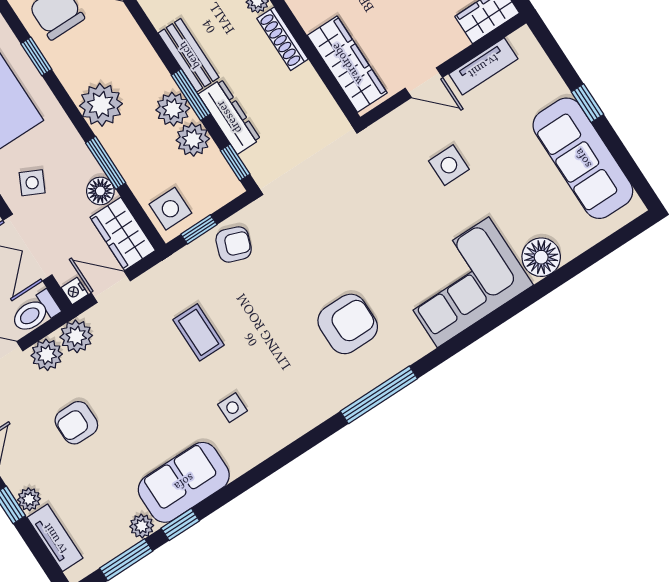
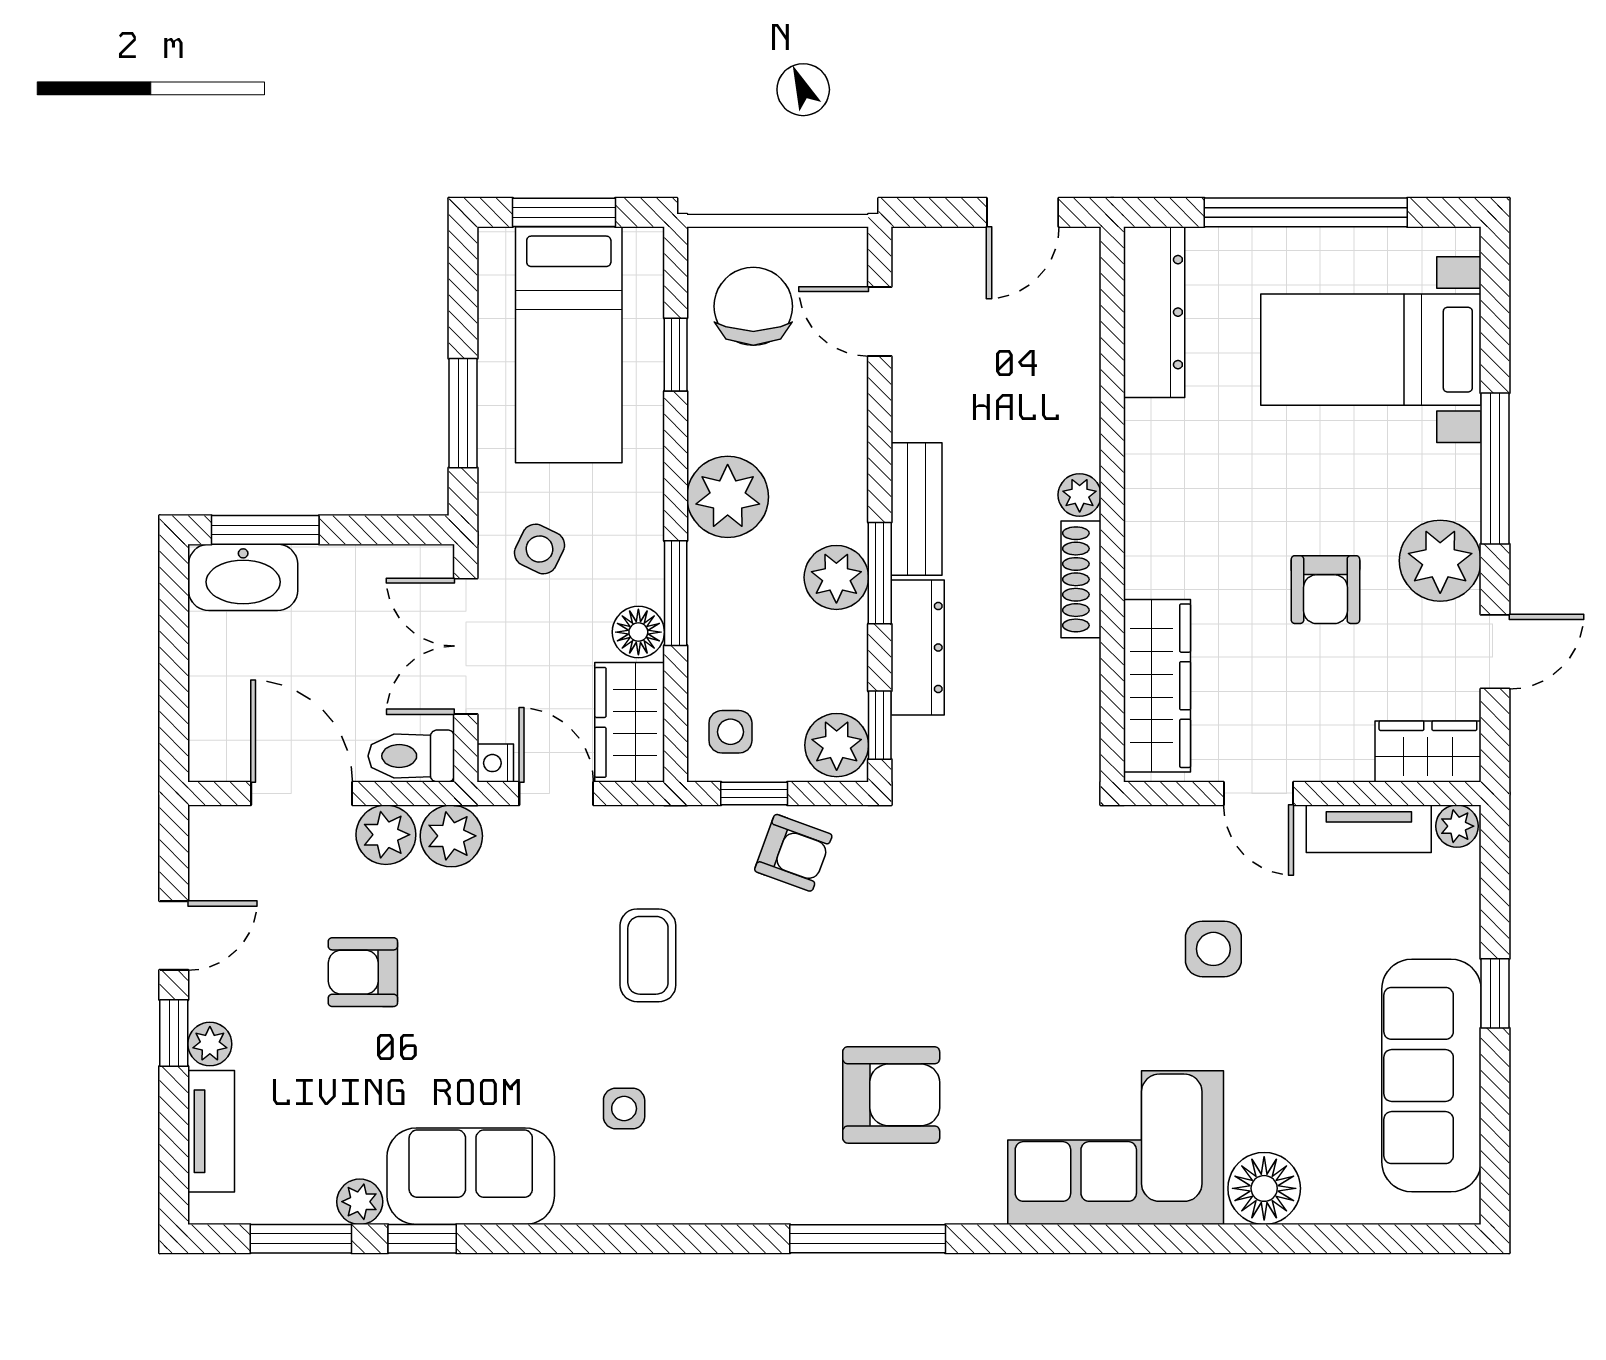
plant: (522, 40) -> (1457, 826), added
plant: (193, 139) -> (837, 745), moved
side table: (170, 209) -> (730, 732), width x0.73, depth x0.73

